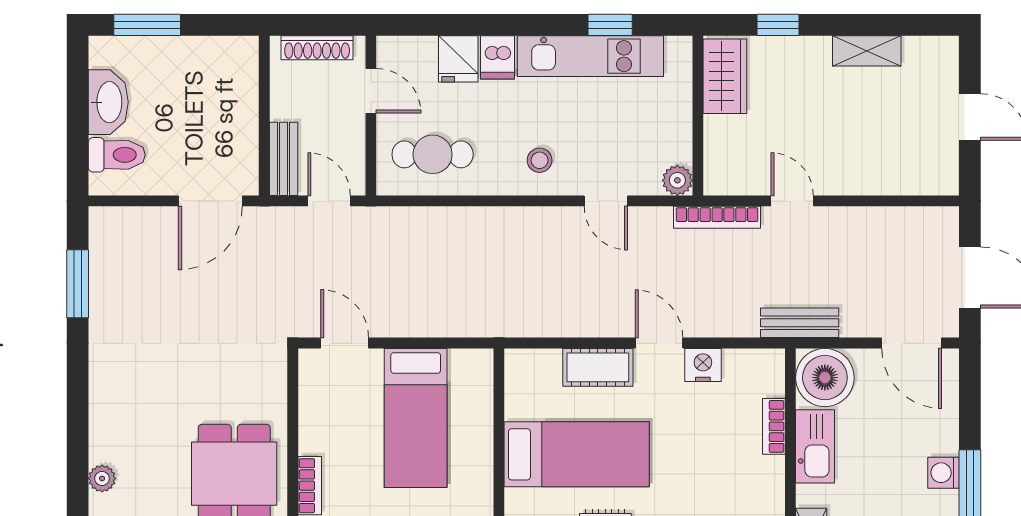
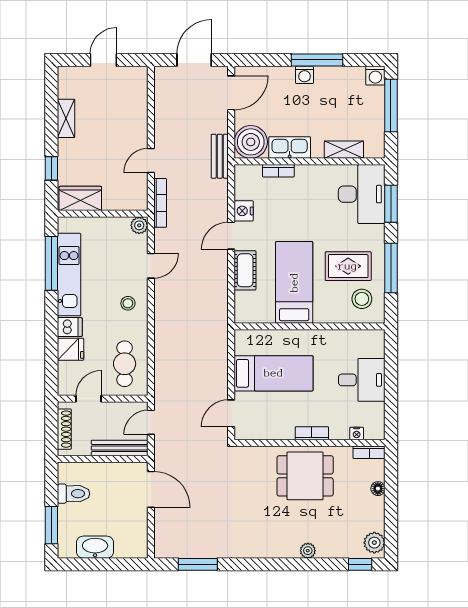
window: (610, 25) -> (51, 263), width x2.17
toilet: (117, 155) -> (73, 494), moved, turned 90
bench: (284, 159) -> (120, 448), width x1.36

